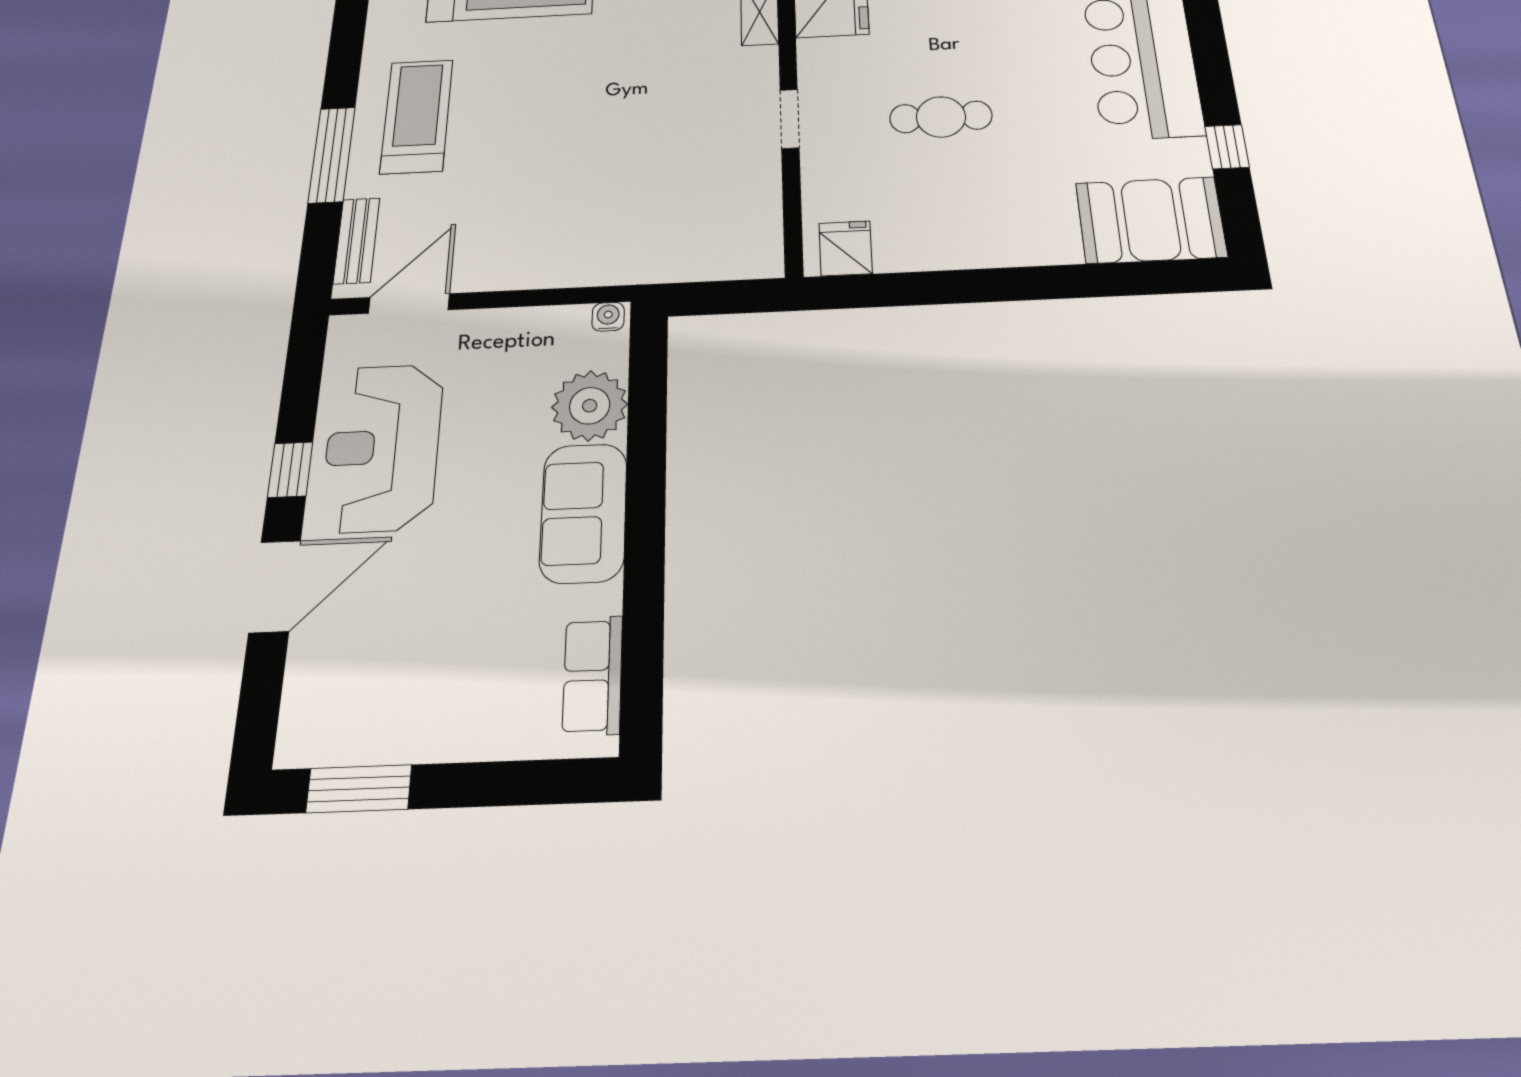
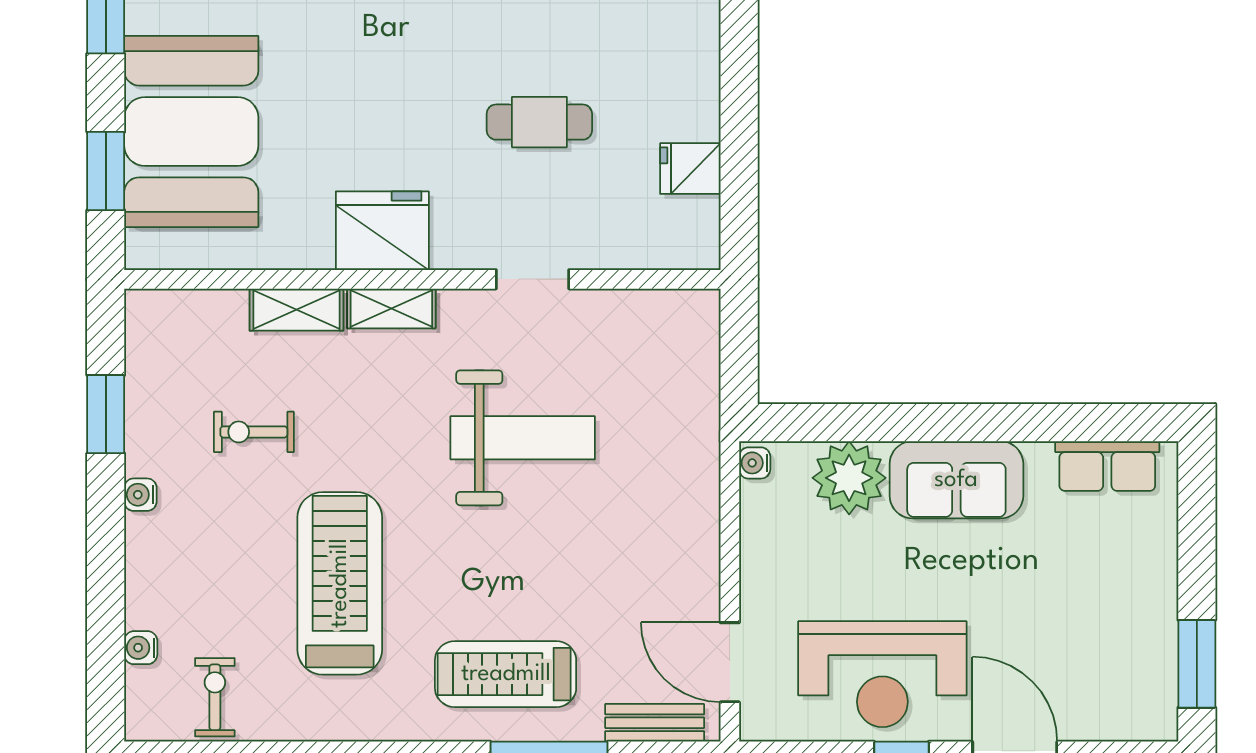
cafe table: (941, 117) -> (539, 122), turned 90
weight bench: (638, 119) -> (523, 438), added
fridge: (846, 248) -> (690, 169), moved

